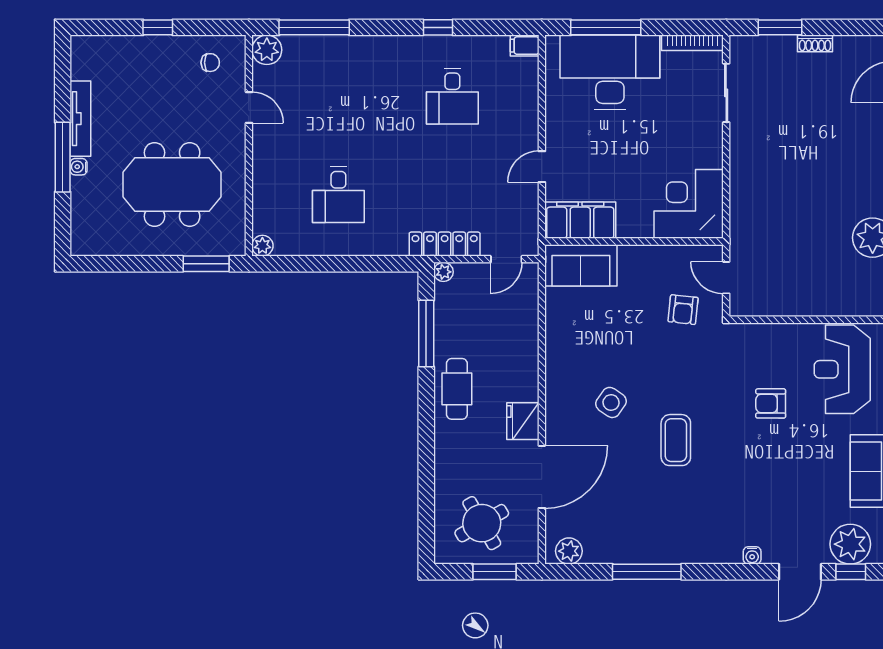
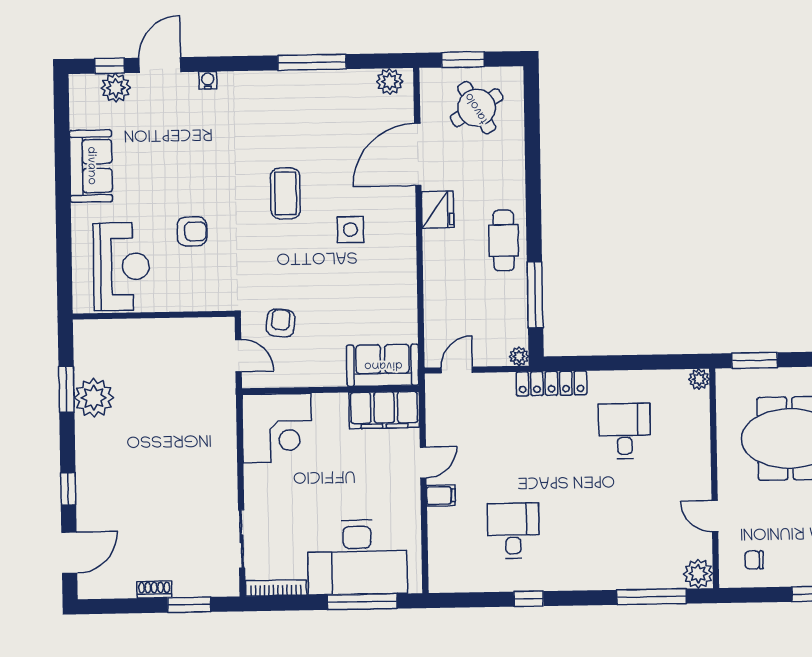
filing cabinet: (525, 46) -> (441, 495), moved
locker: (445, 244) -> (551, 383), moved
side table: (611, 402) -> (350, 230), turned -34
plant: (850, 544) -> (116, 88), width x0.73, depth x0.73

